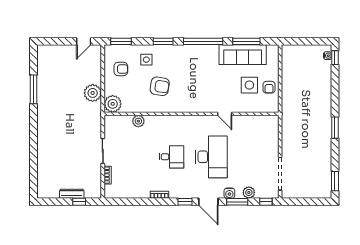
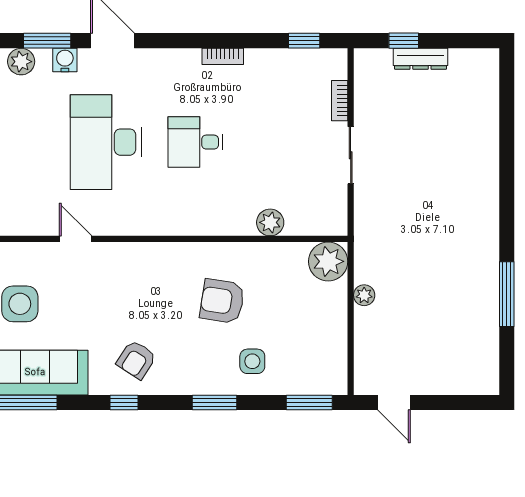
door: (84, 41) -> (394, 403), swing flipped
window: (203, 41) -> (124, 403), width x0.32
armchair: (121, 69) -> (136, 360), moved, turned -57
plant: (93, 93) -> (364, 295), width x0.53, depth x0.53
window: (185, 202) -> (304, 41), moved

